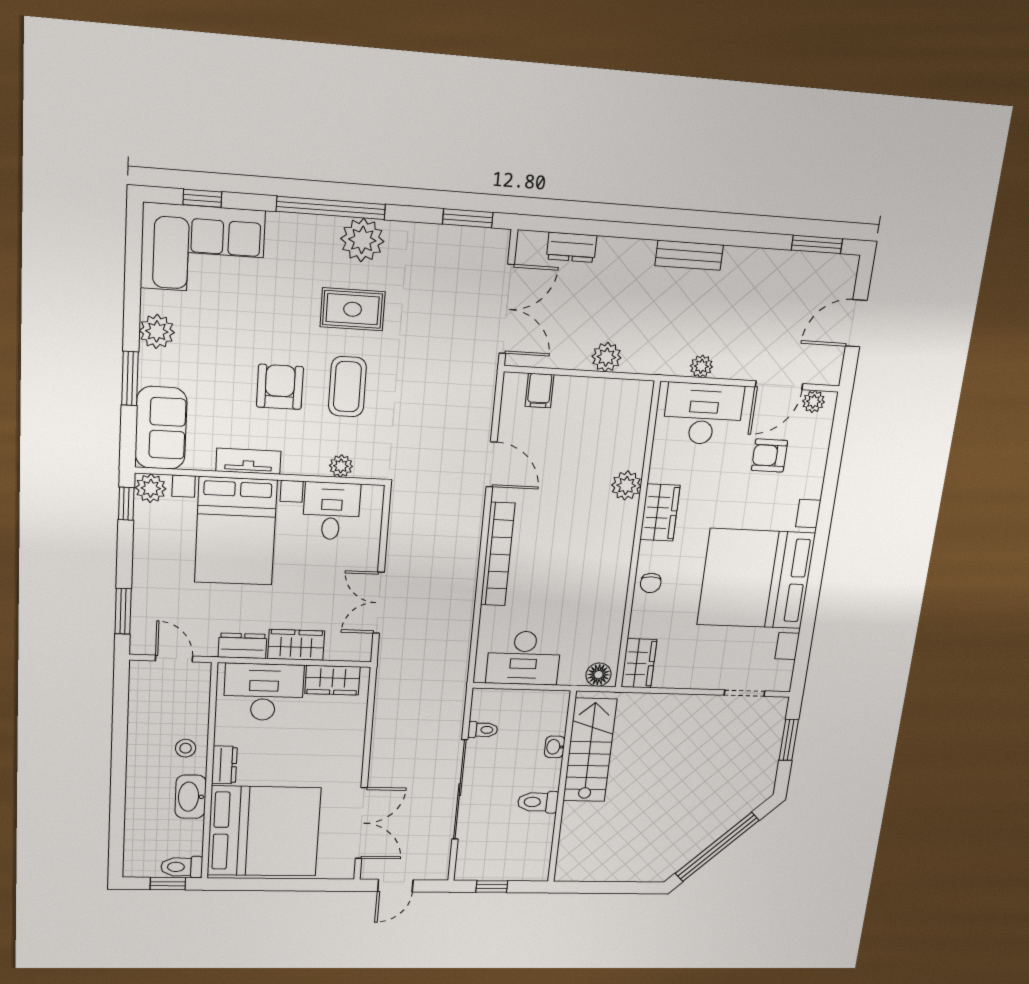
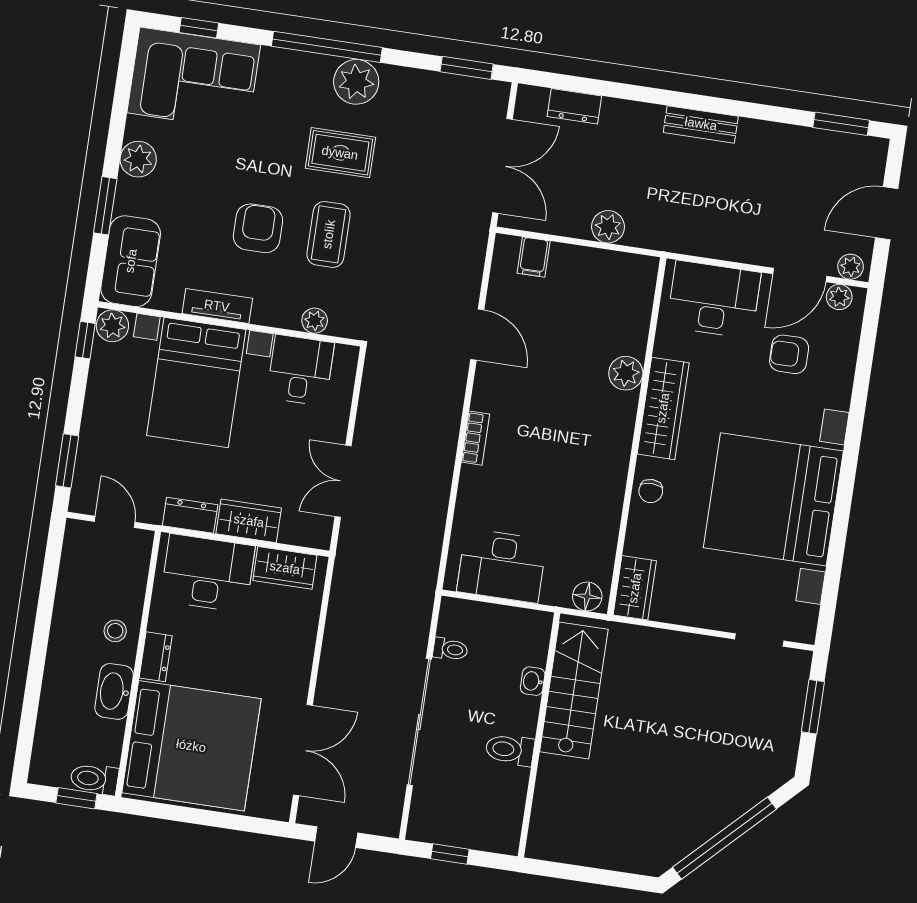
plant: (701, 366) -> (851, 267), moved
wardrobe: (660, 513) -> (663, 408), width x1.50
bookcase: (498, 554) -> (475, 438), width x0.43, depth x0.76

